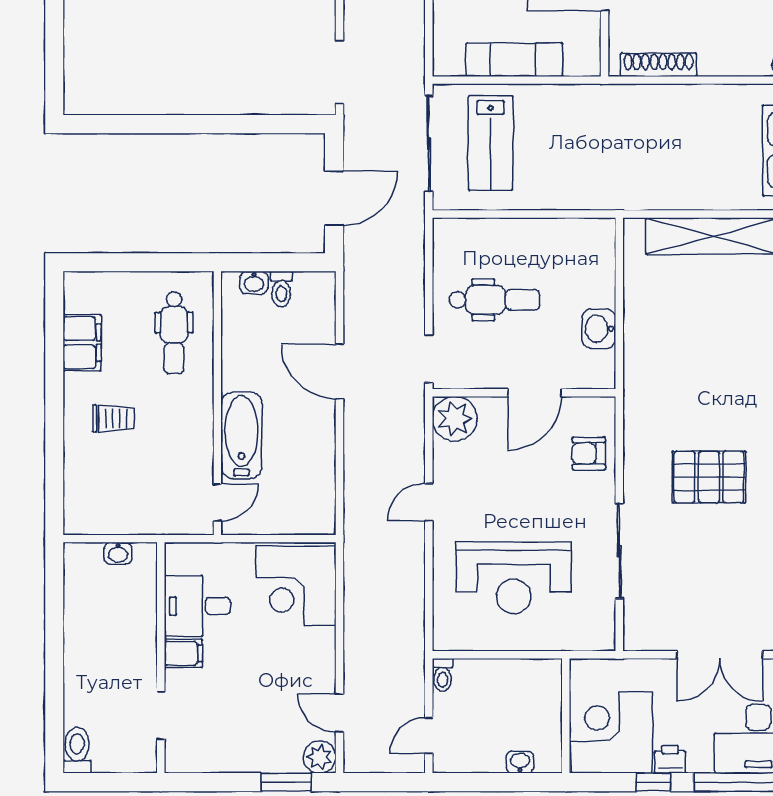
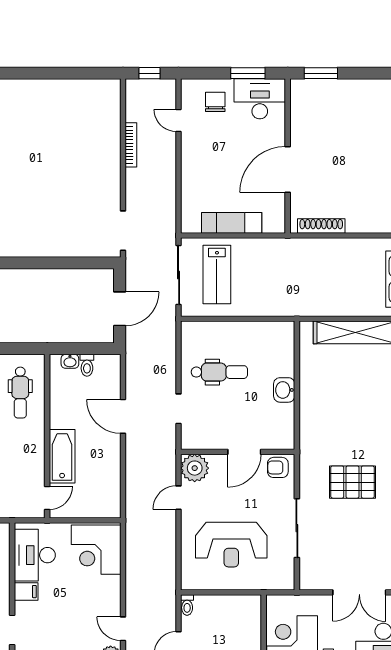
wall: (524, 393) -> (238, 452), moved
door: (535, 393) -> (244, 452), moved
plant: (455, 419) -> (195, 468), moved
desk: (197, 606) -> (35, 555), width x1.37

